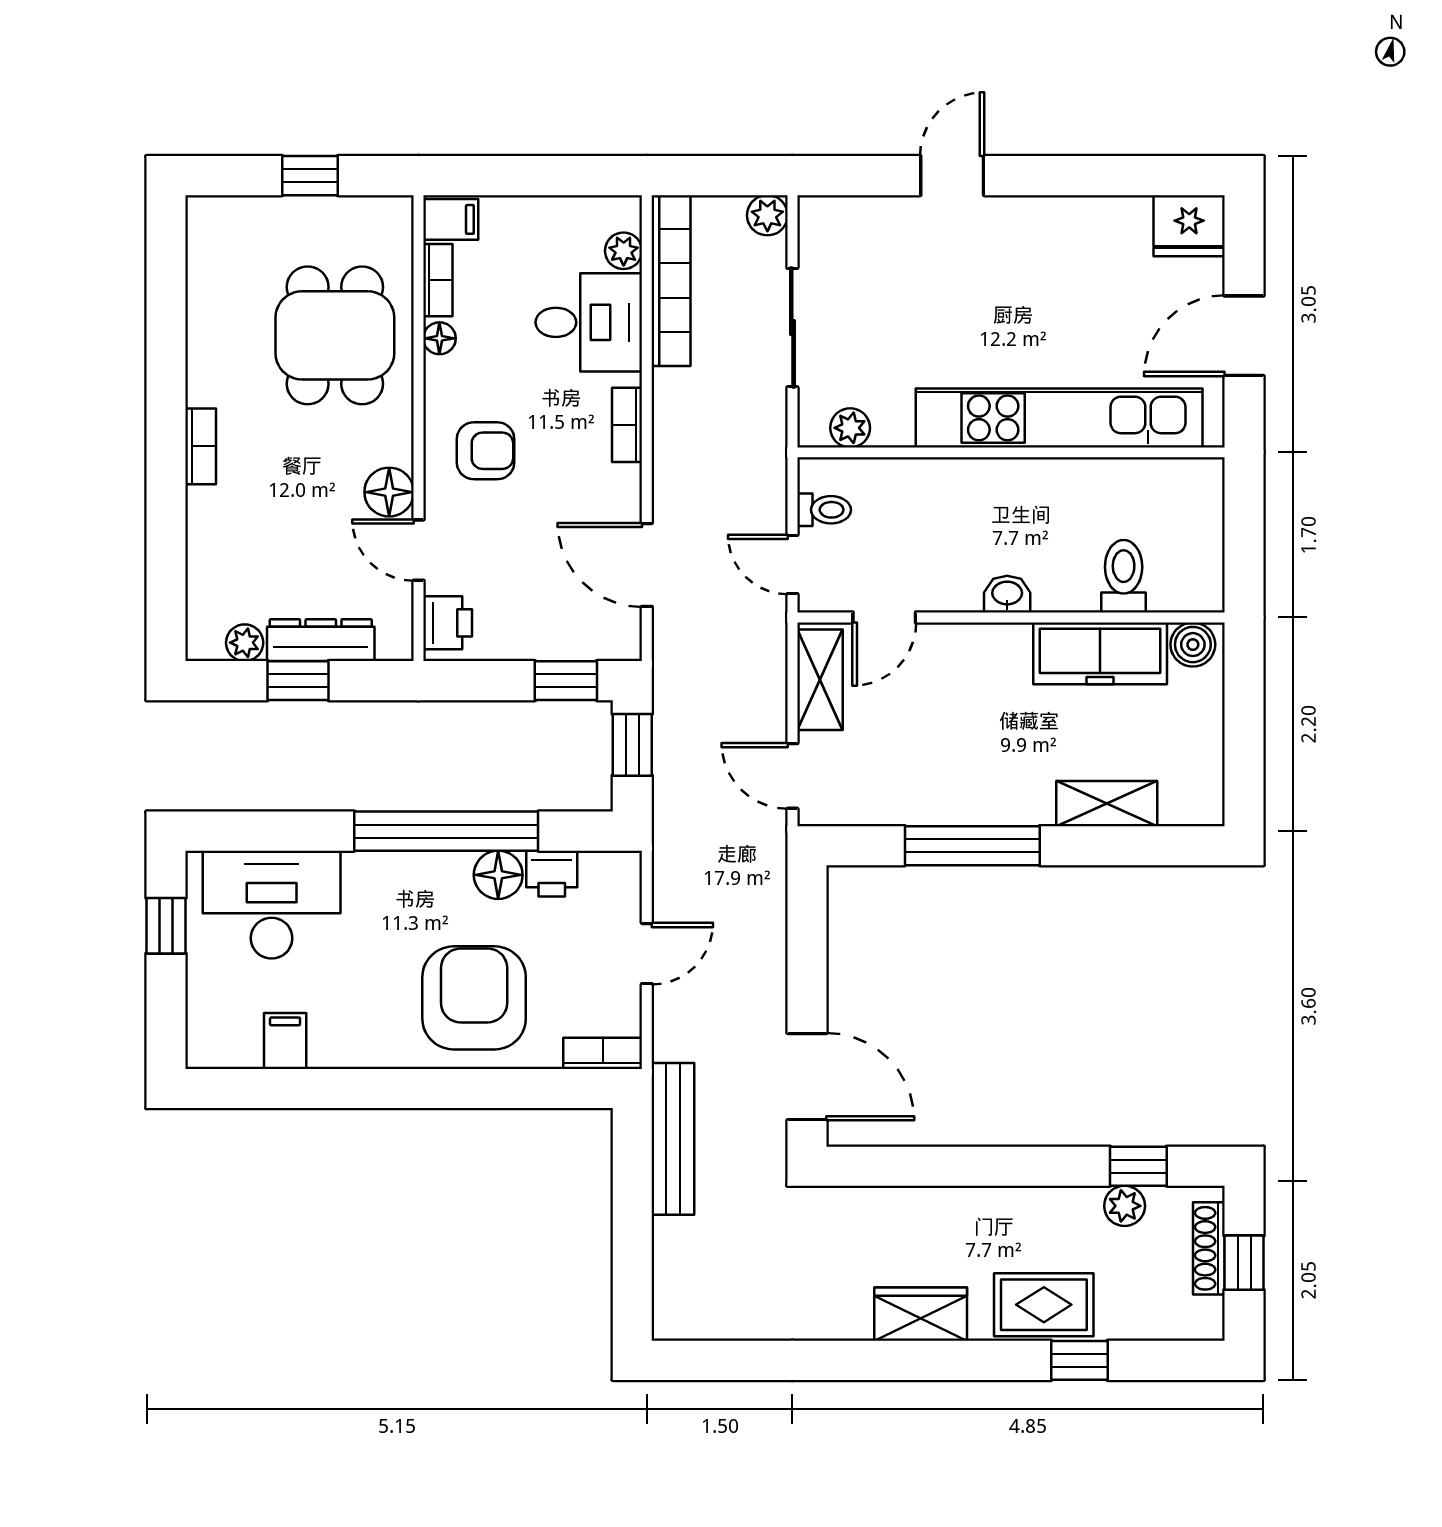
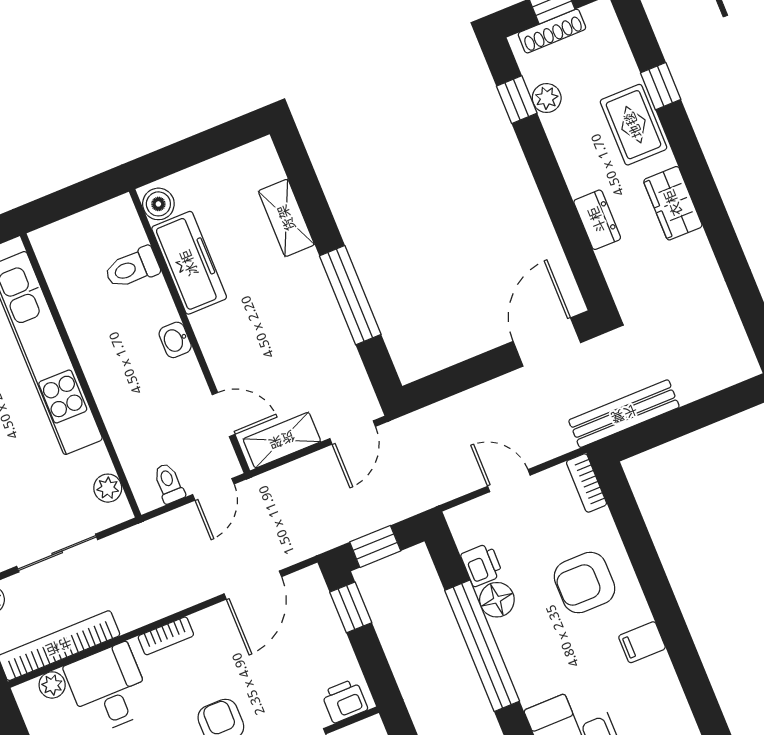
armchair: (474, 998) -> (584, 583), width x0.73, depth x0.73
filing cabinet: (285, 1041) -> (642, 642), moved
dresser: (939, 1207) -> (597, 220), added

